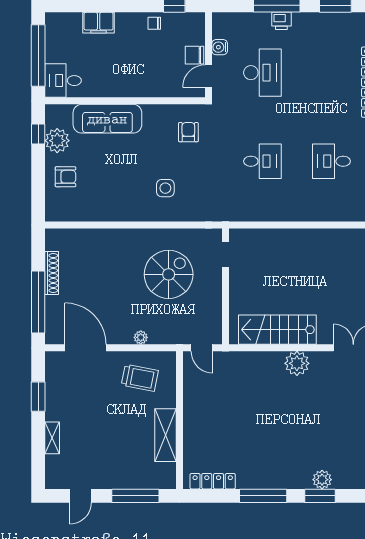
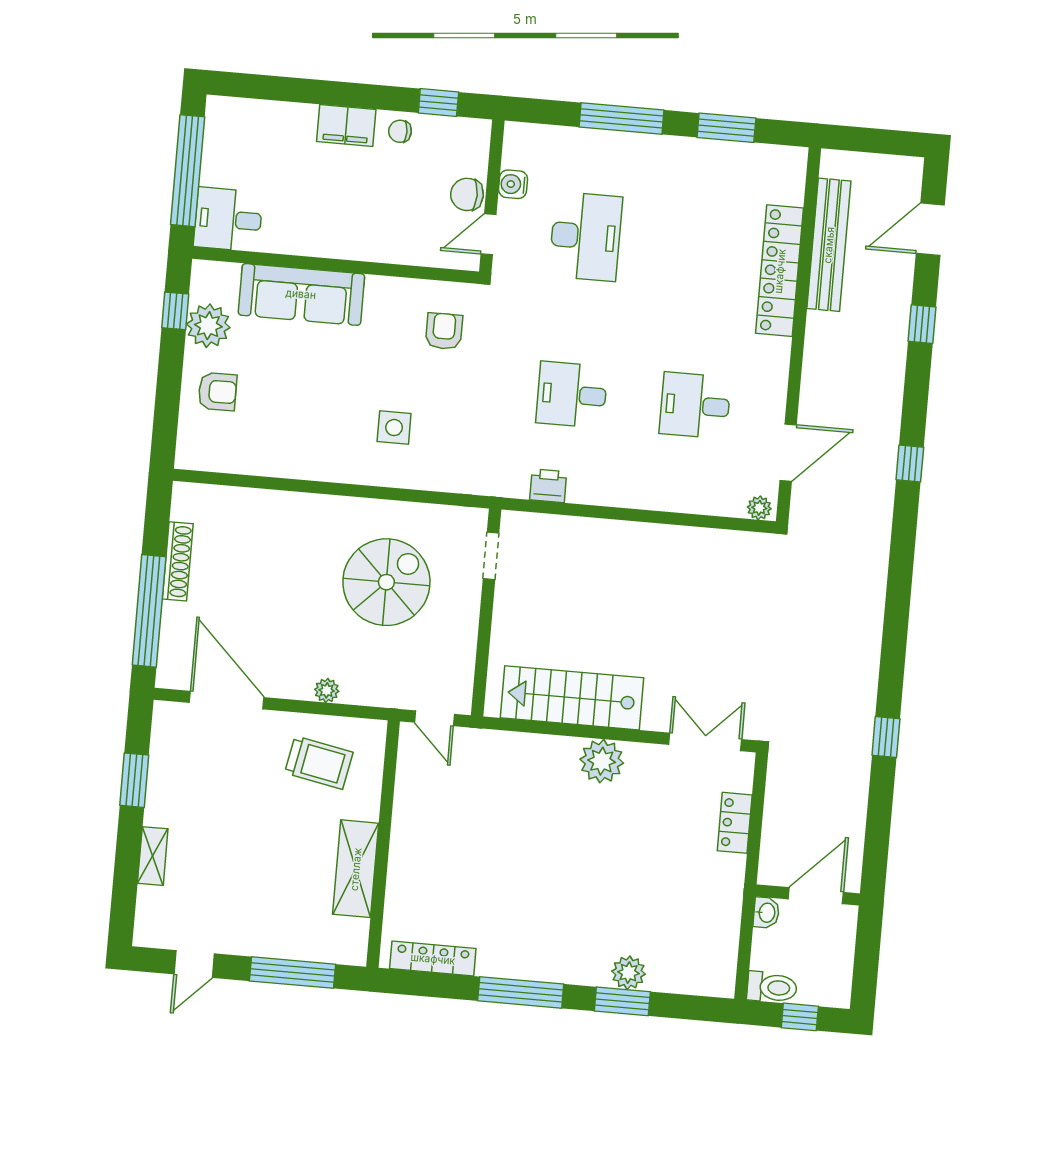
printer: (281, 21) -> (548, 486), moved, turned 180
filing cabinet: (99, 23) -> (346, 125), moved
desk: (262, 161) -> (572, 395), turned 180

